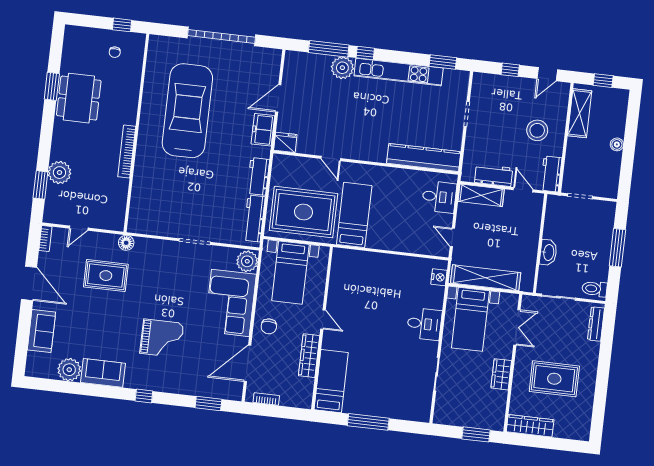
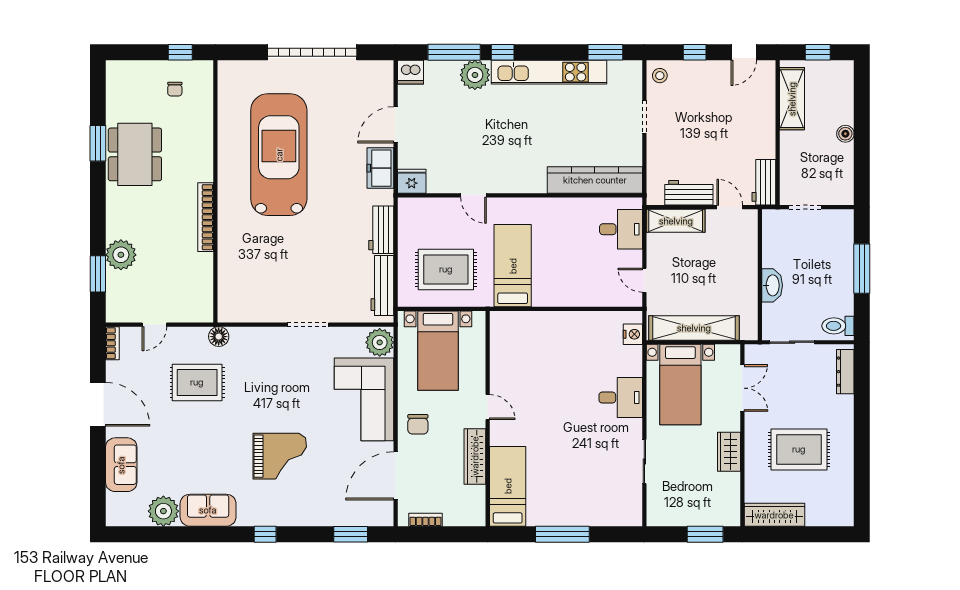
dishwasher: (294, 60) -> (410, 72), added
stool: (537, 130) -> (660, 76), moved, width x0.53, depth x0.53
rug: (304, 212) -> (446, 269), width x0.73, depth x0.69

